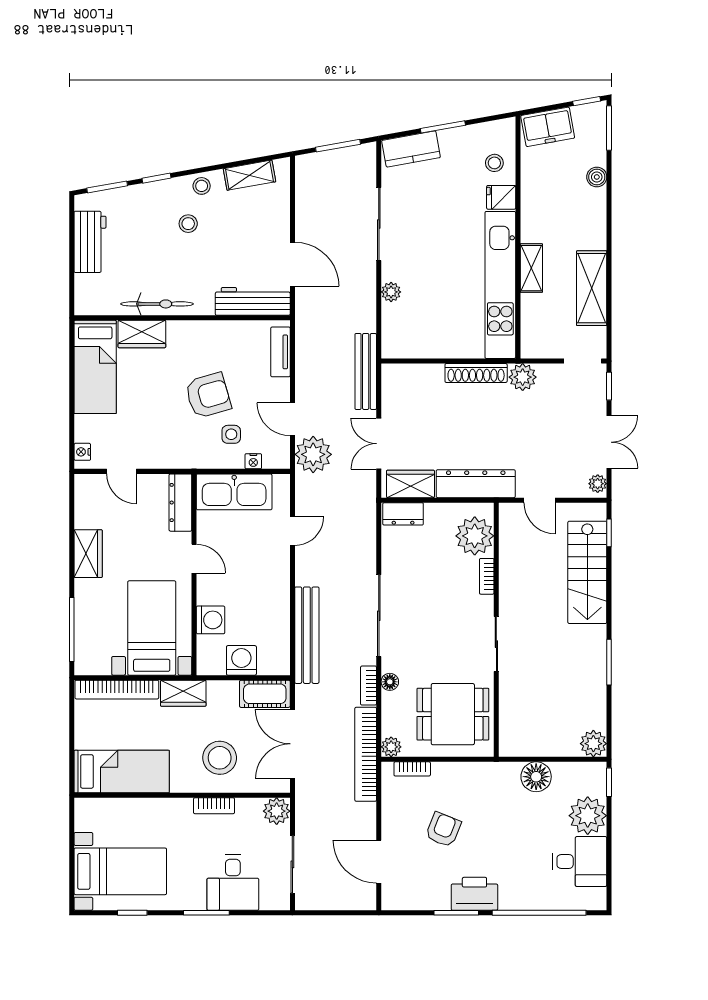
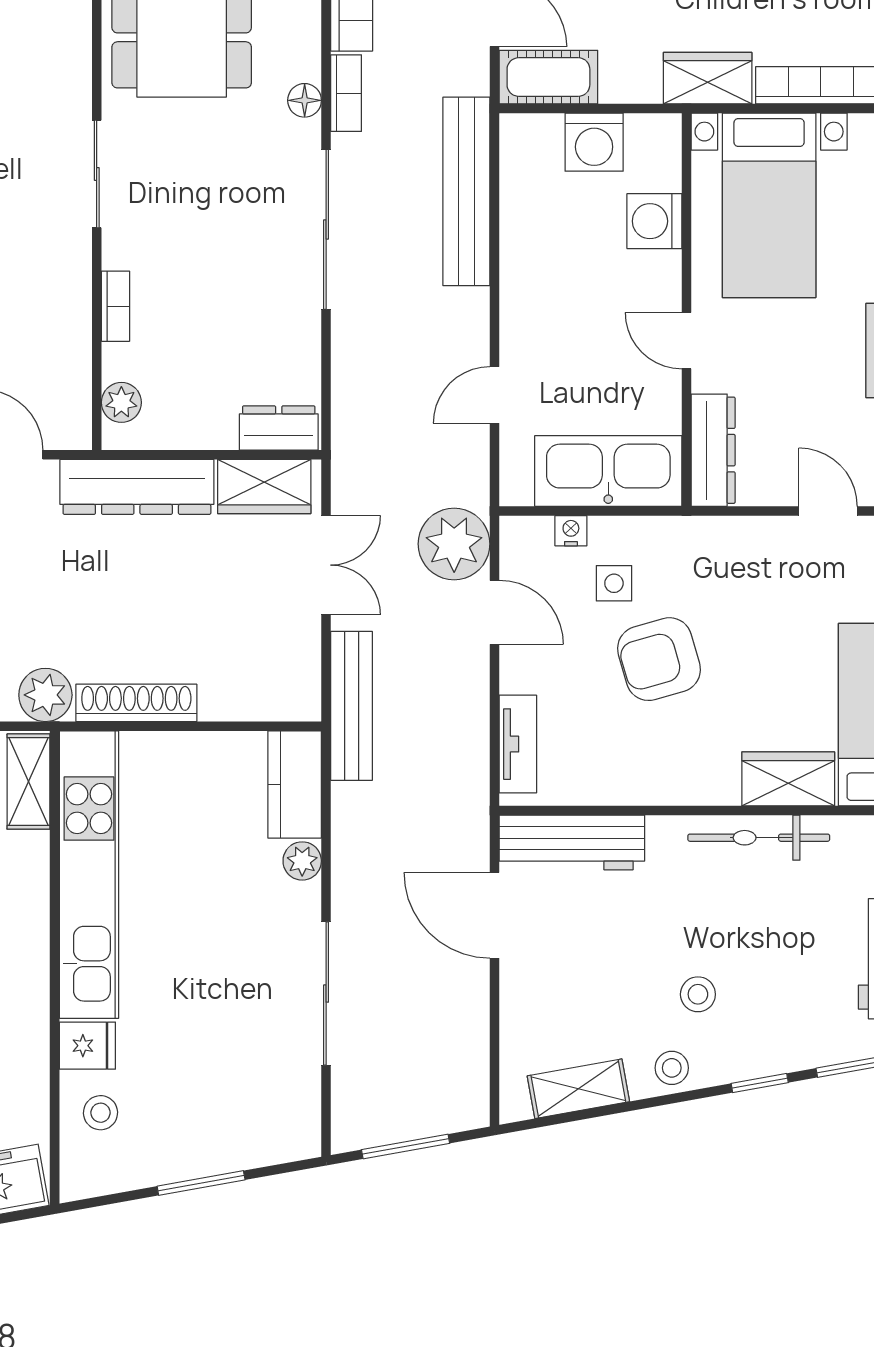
kitchen counter: (411, 149) -> (295, 784), moved, turned -80
shelving: (531, 268) -> (28, 782), moved
plant: (475, 536) -> (121, 402), width x0.53, depth x0.53

